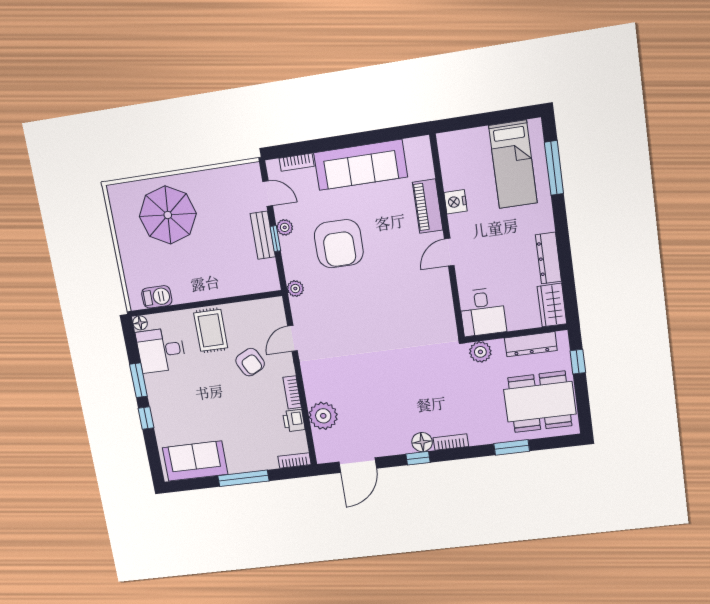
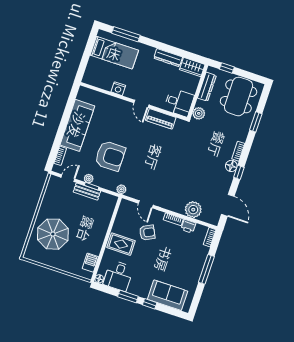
piano: (428, 206) -> (161, 119), moved
sofa: (195, 461) -> (168, 295), moved, turned 90

